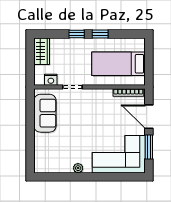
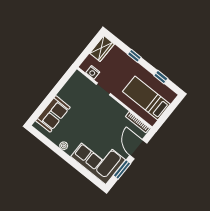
window: (100, 34) -> (161, 77), moved
sofa: (45, 113) -> (53, 114), moved

